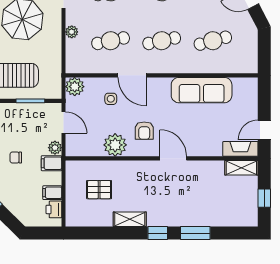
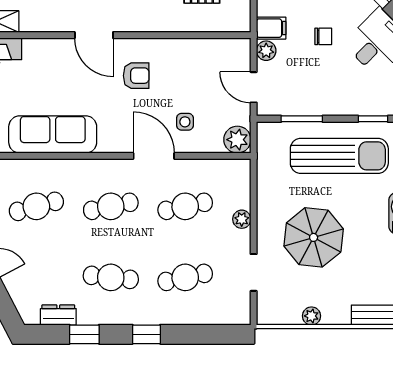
armchair: (144, 131) -> (136, 76), turned 90
plant: (115, 145) -> (179, 55), removed

